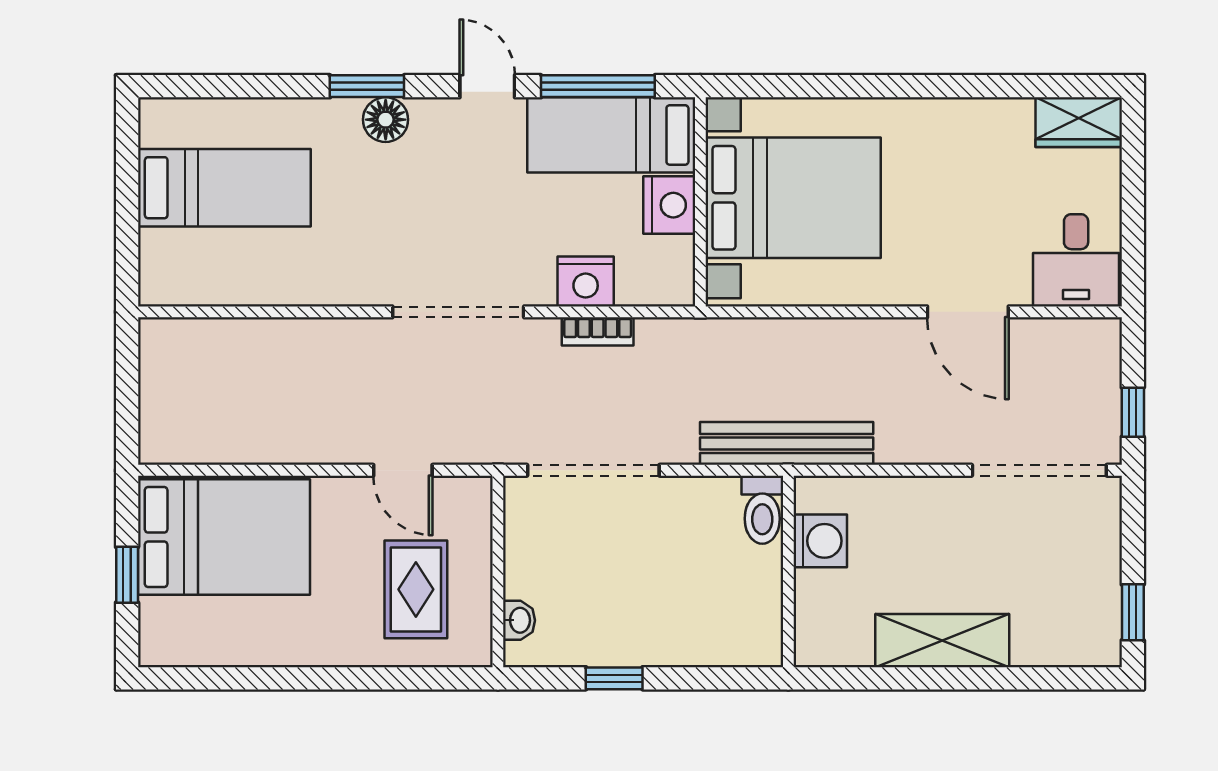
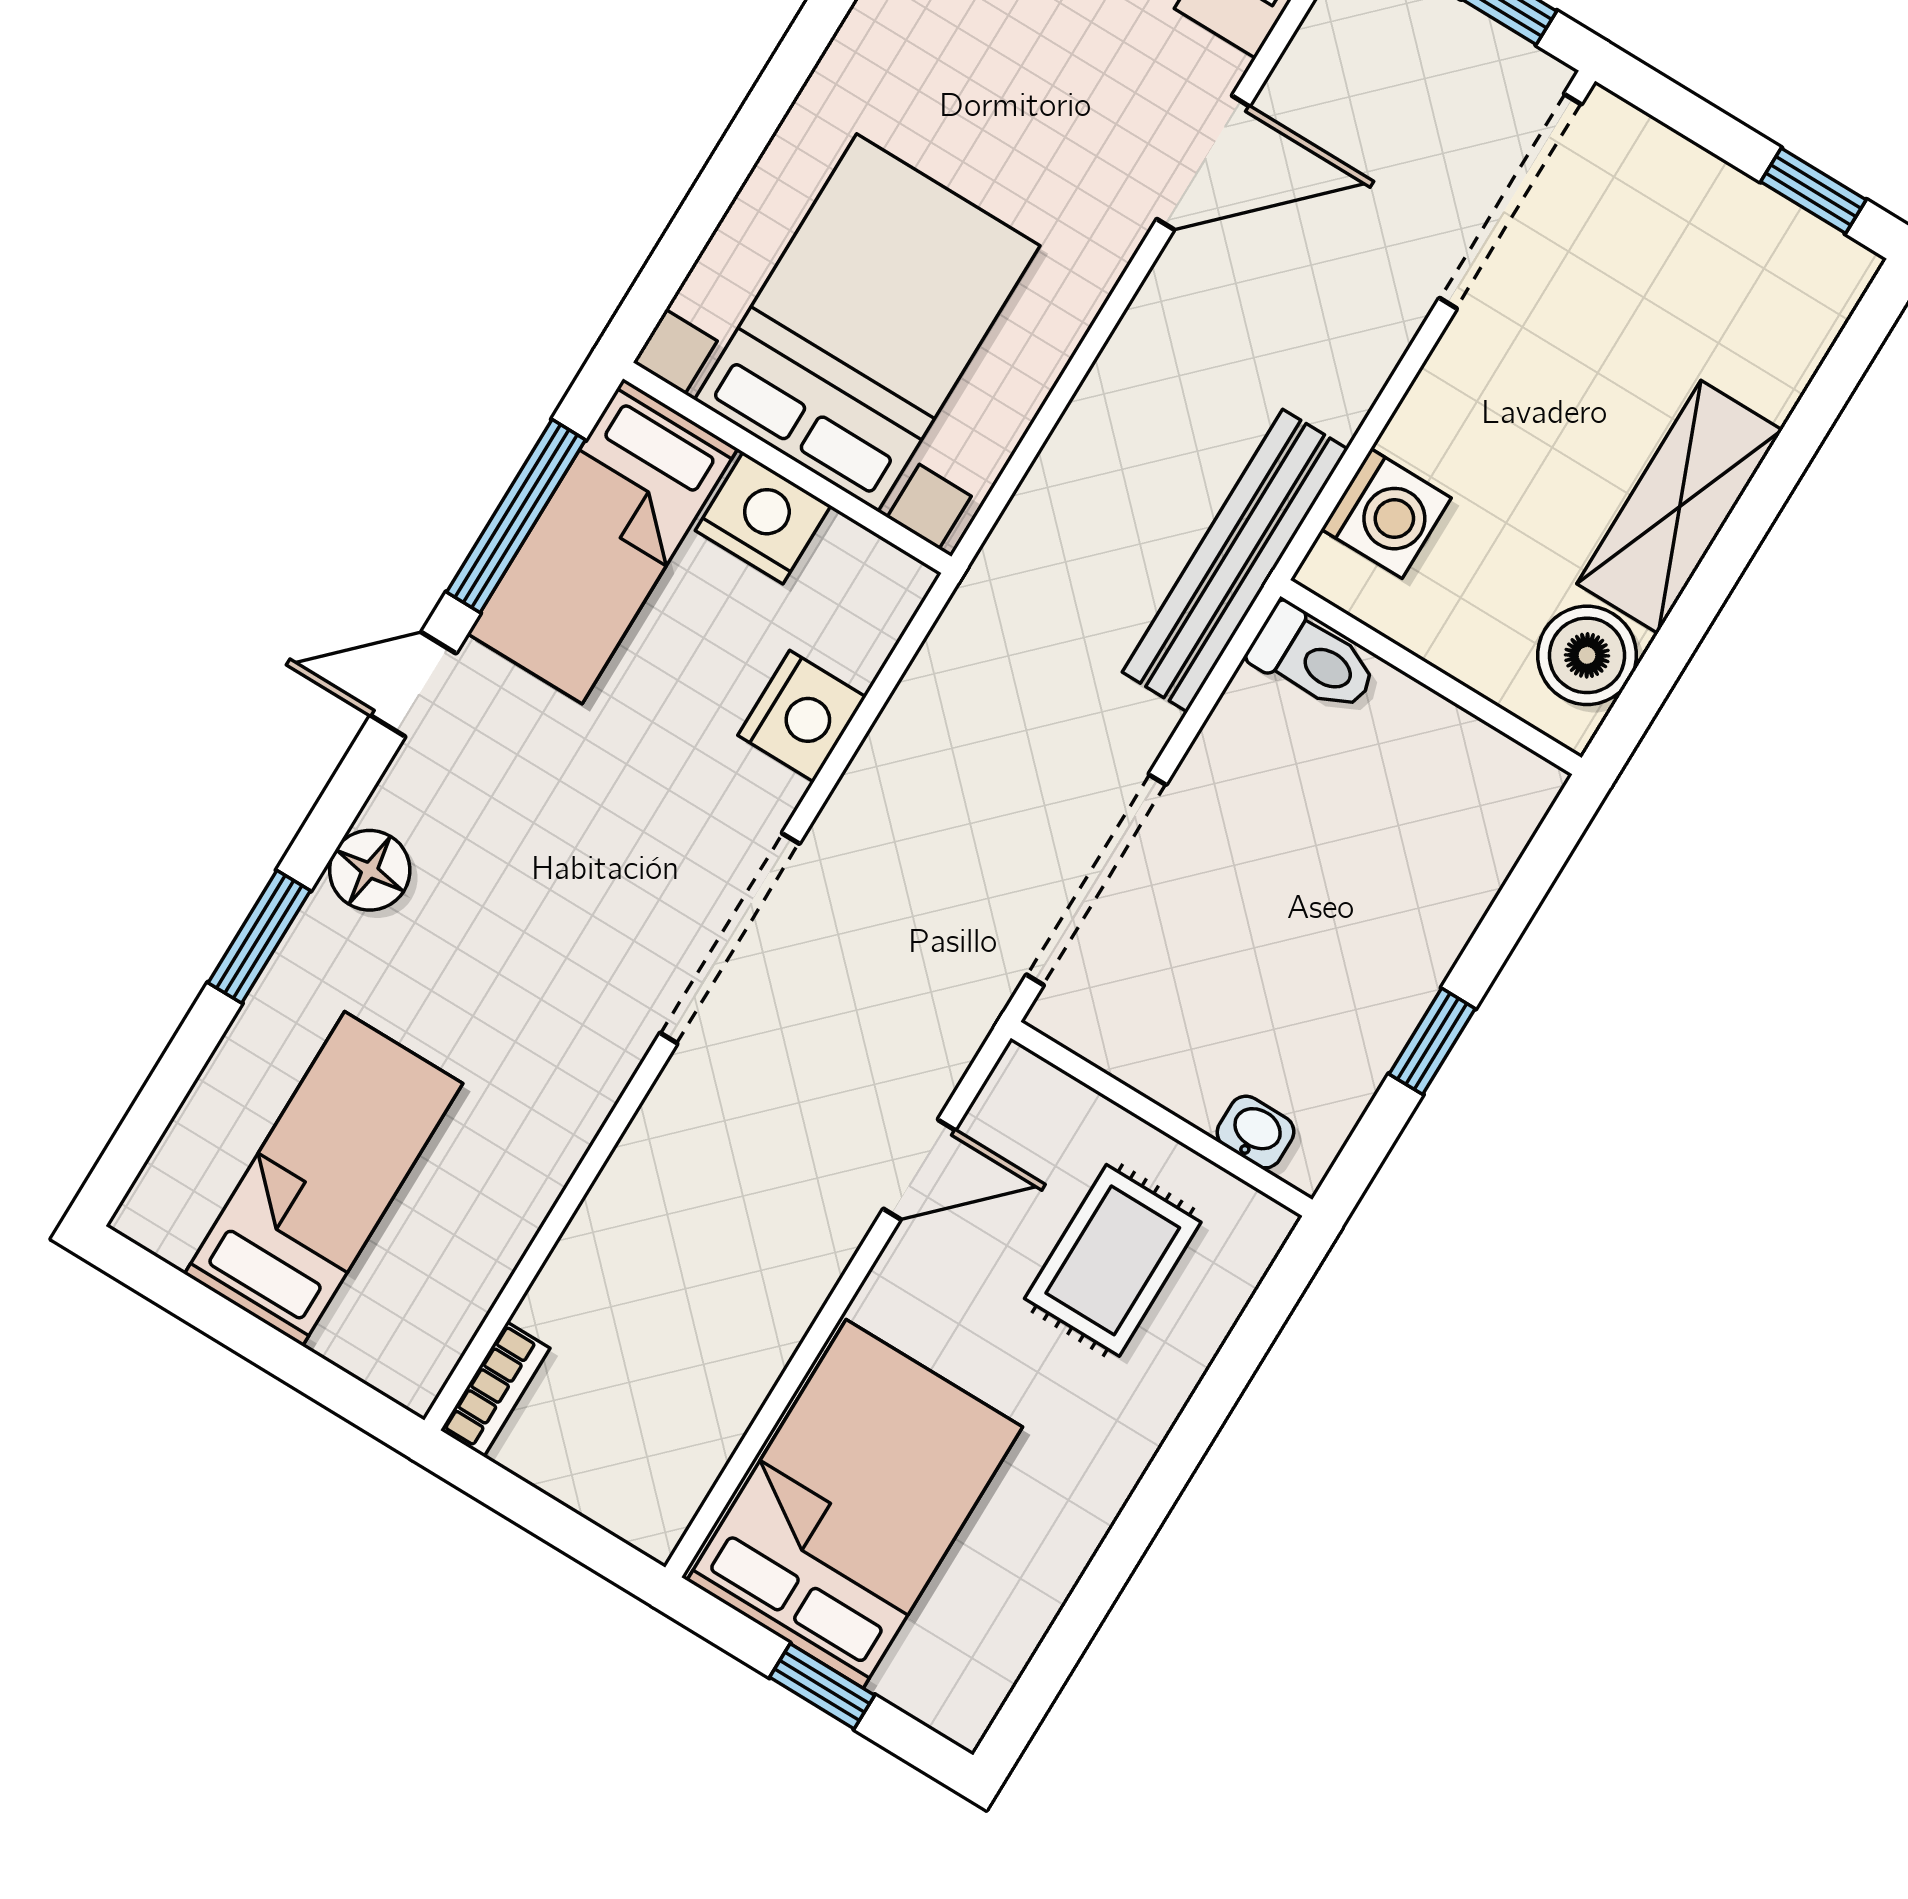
window: (367, 86) -> (259, 937), moved
bookcase: (598, 331) -> (495, 1389), moved
washing machine: (820, 541) -> (1386, 514), moved, turned 90
rug: (416, 589) -> (1113, 1260), turned 90
boiler: (844, 640) -> (1587, 655), added

